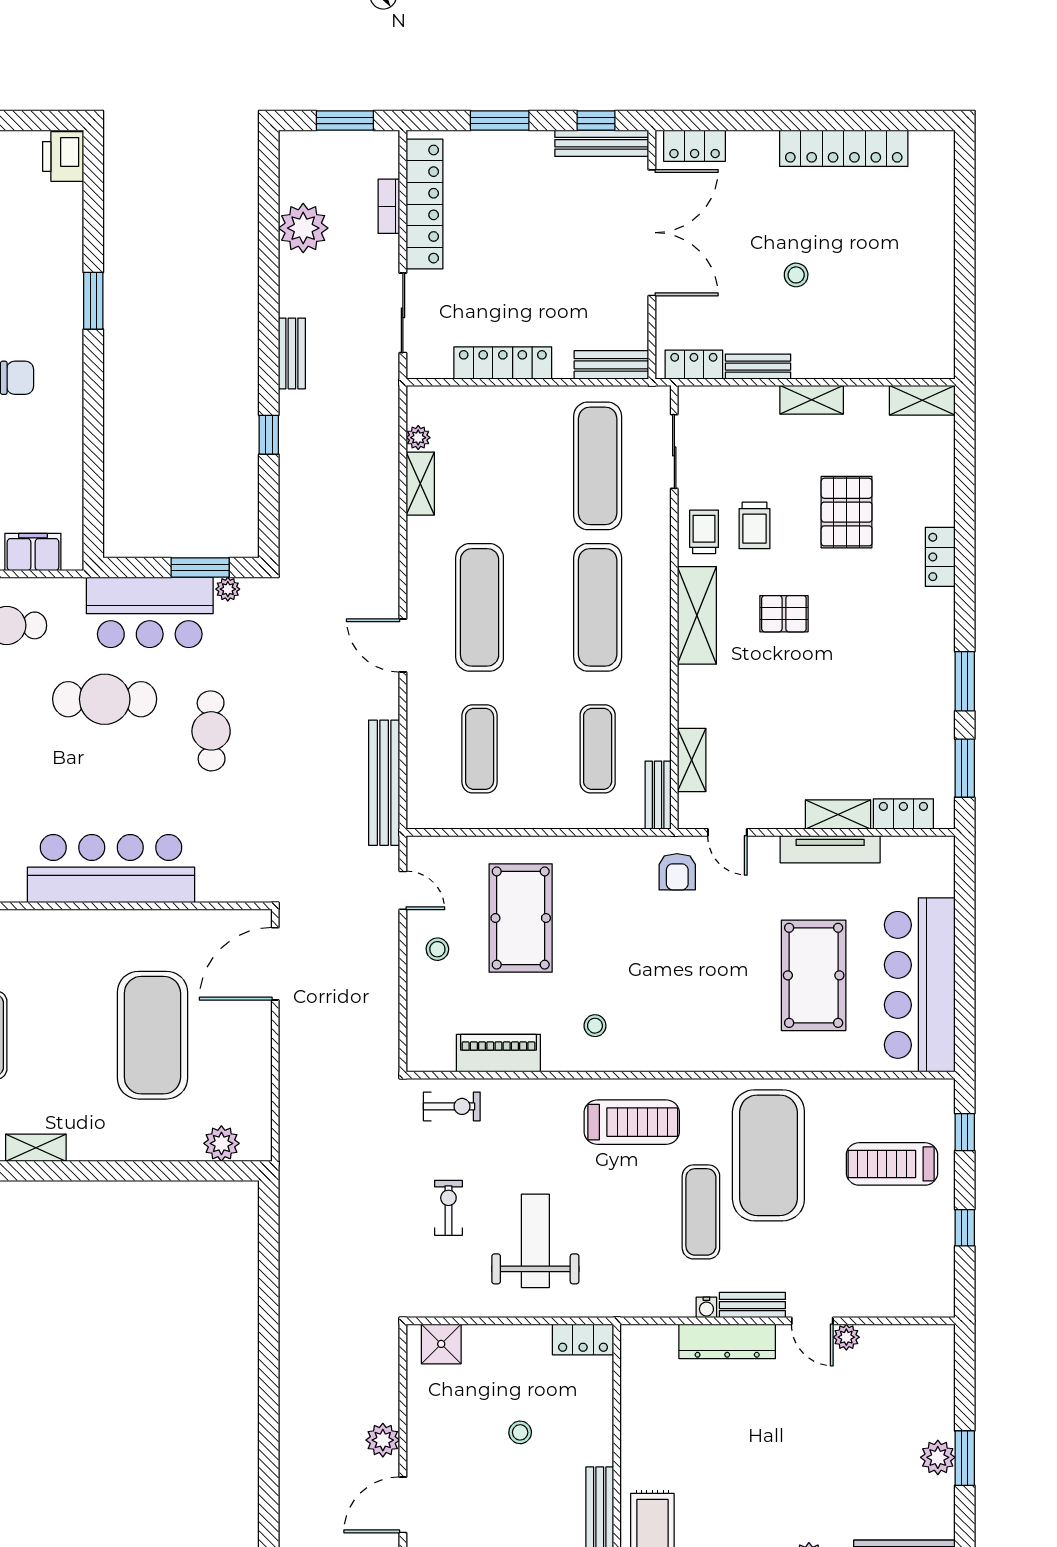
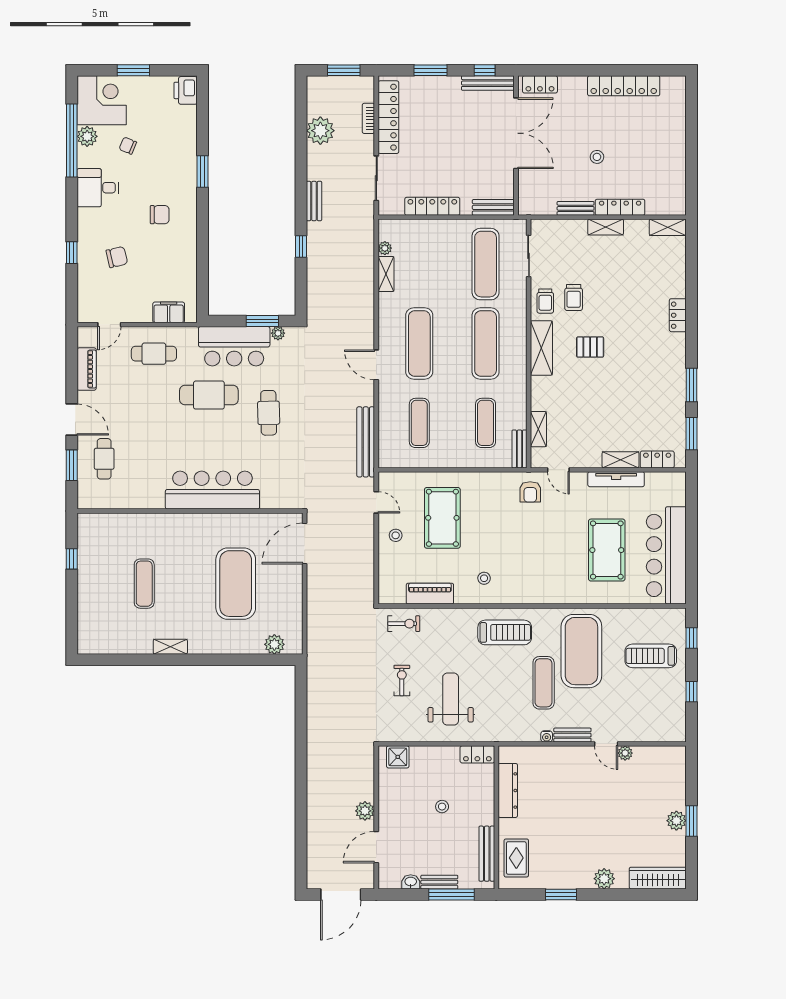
locker: (694, 365) -> (620, 207), moved, width x1.53
pallet: (847, 512) -> (625, 290), removed
trolley: (704, 532) -> (545, 301), turned 180
dresser: (727, 1341) -> (508, 790), moved, turned -90

